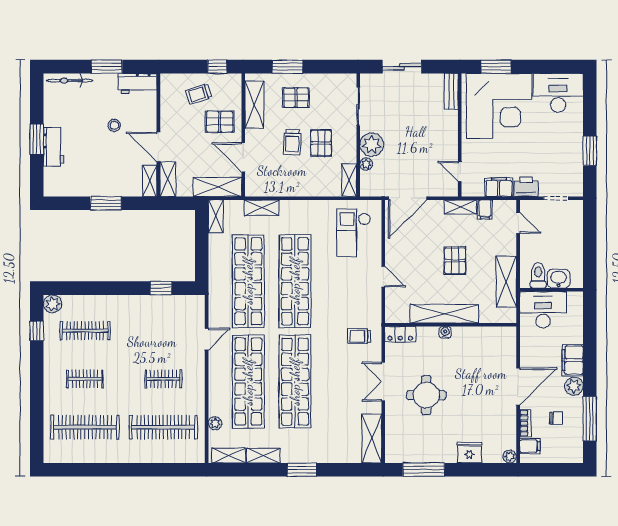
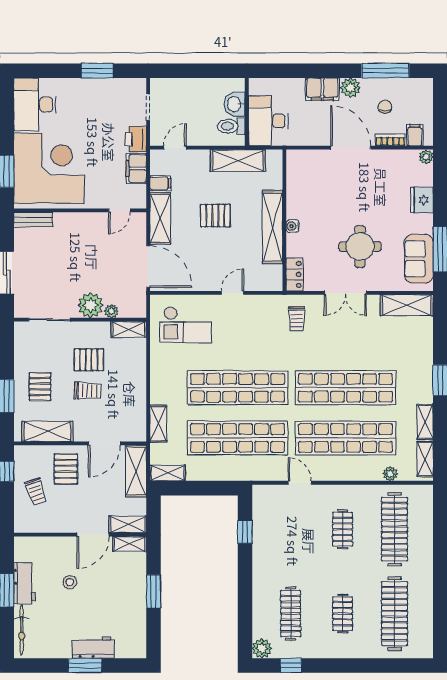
workbench: (137, 83) -> (25, 583), moved
shelving: (460, 207) -> (160, 218), width x1.50, depth x1.33
sofa: (415, 450) -> (419, 259), added

